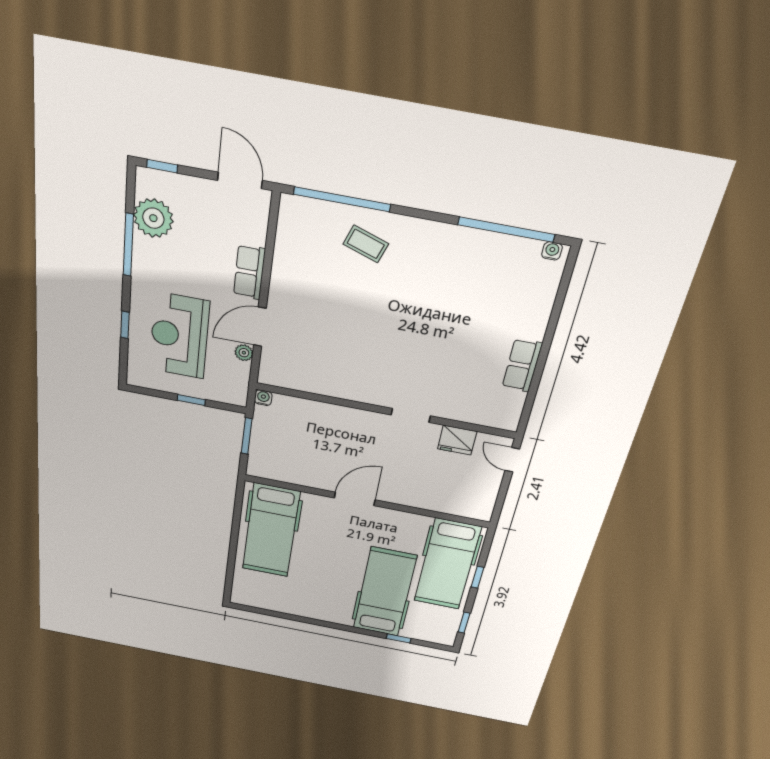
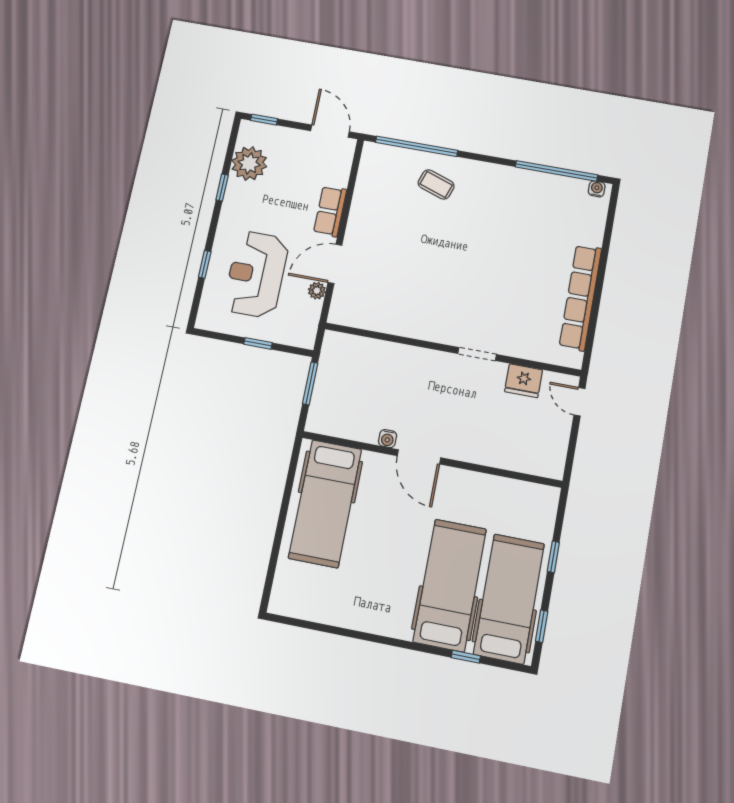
window: (128, 245) -> (222, 188), width x0.46
row of seats: (522, 365) -> (580, 297), width x2.02
water cooler: (263, 398) -> (388, 439), moved, turned 180
door: (355, 499) -> (419, 457), swing flipped
hospital bed: (447, 564) -> (509, 599), moved, turned 180

